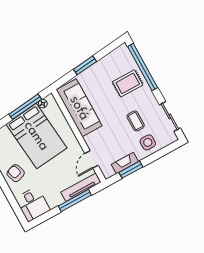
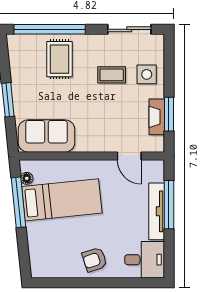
sofa: (79, 108) -> (46, 136), width x0.73
bed: (36, 136) -> (62, 200), width x0.67
tv unit: (81, 187) -> (157, 211), moved

